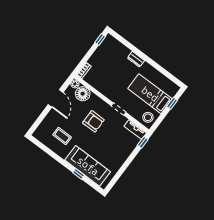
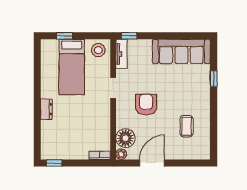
sofa: (88, 166) -> (181, 51), moved, turned -90

